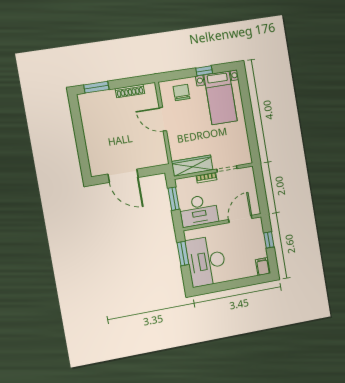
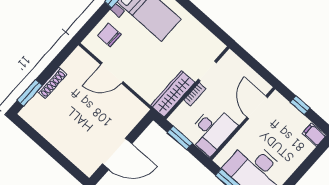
shoe rack: (130, 91) -> (52, 83), moved

